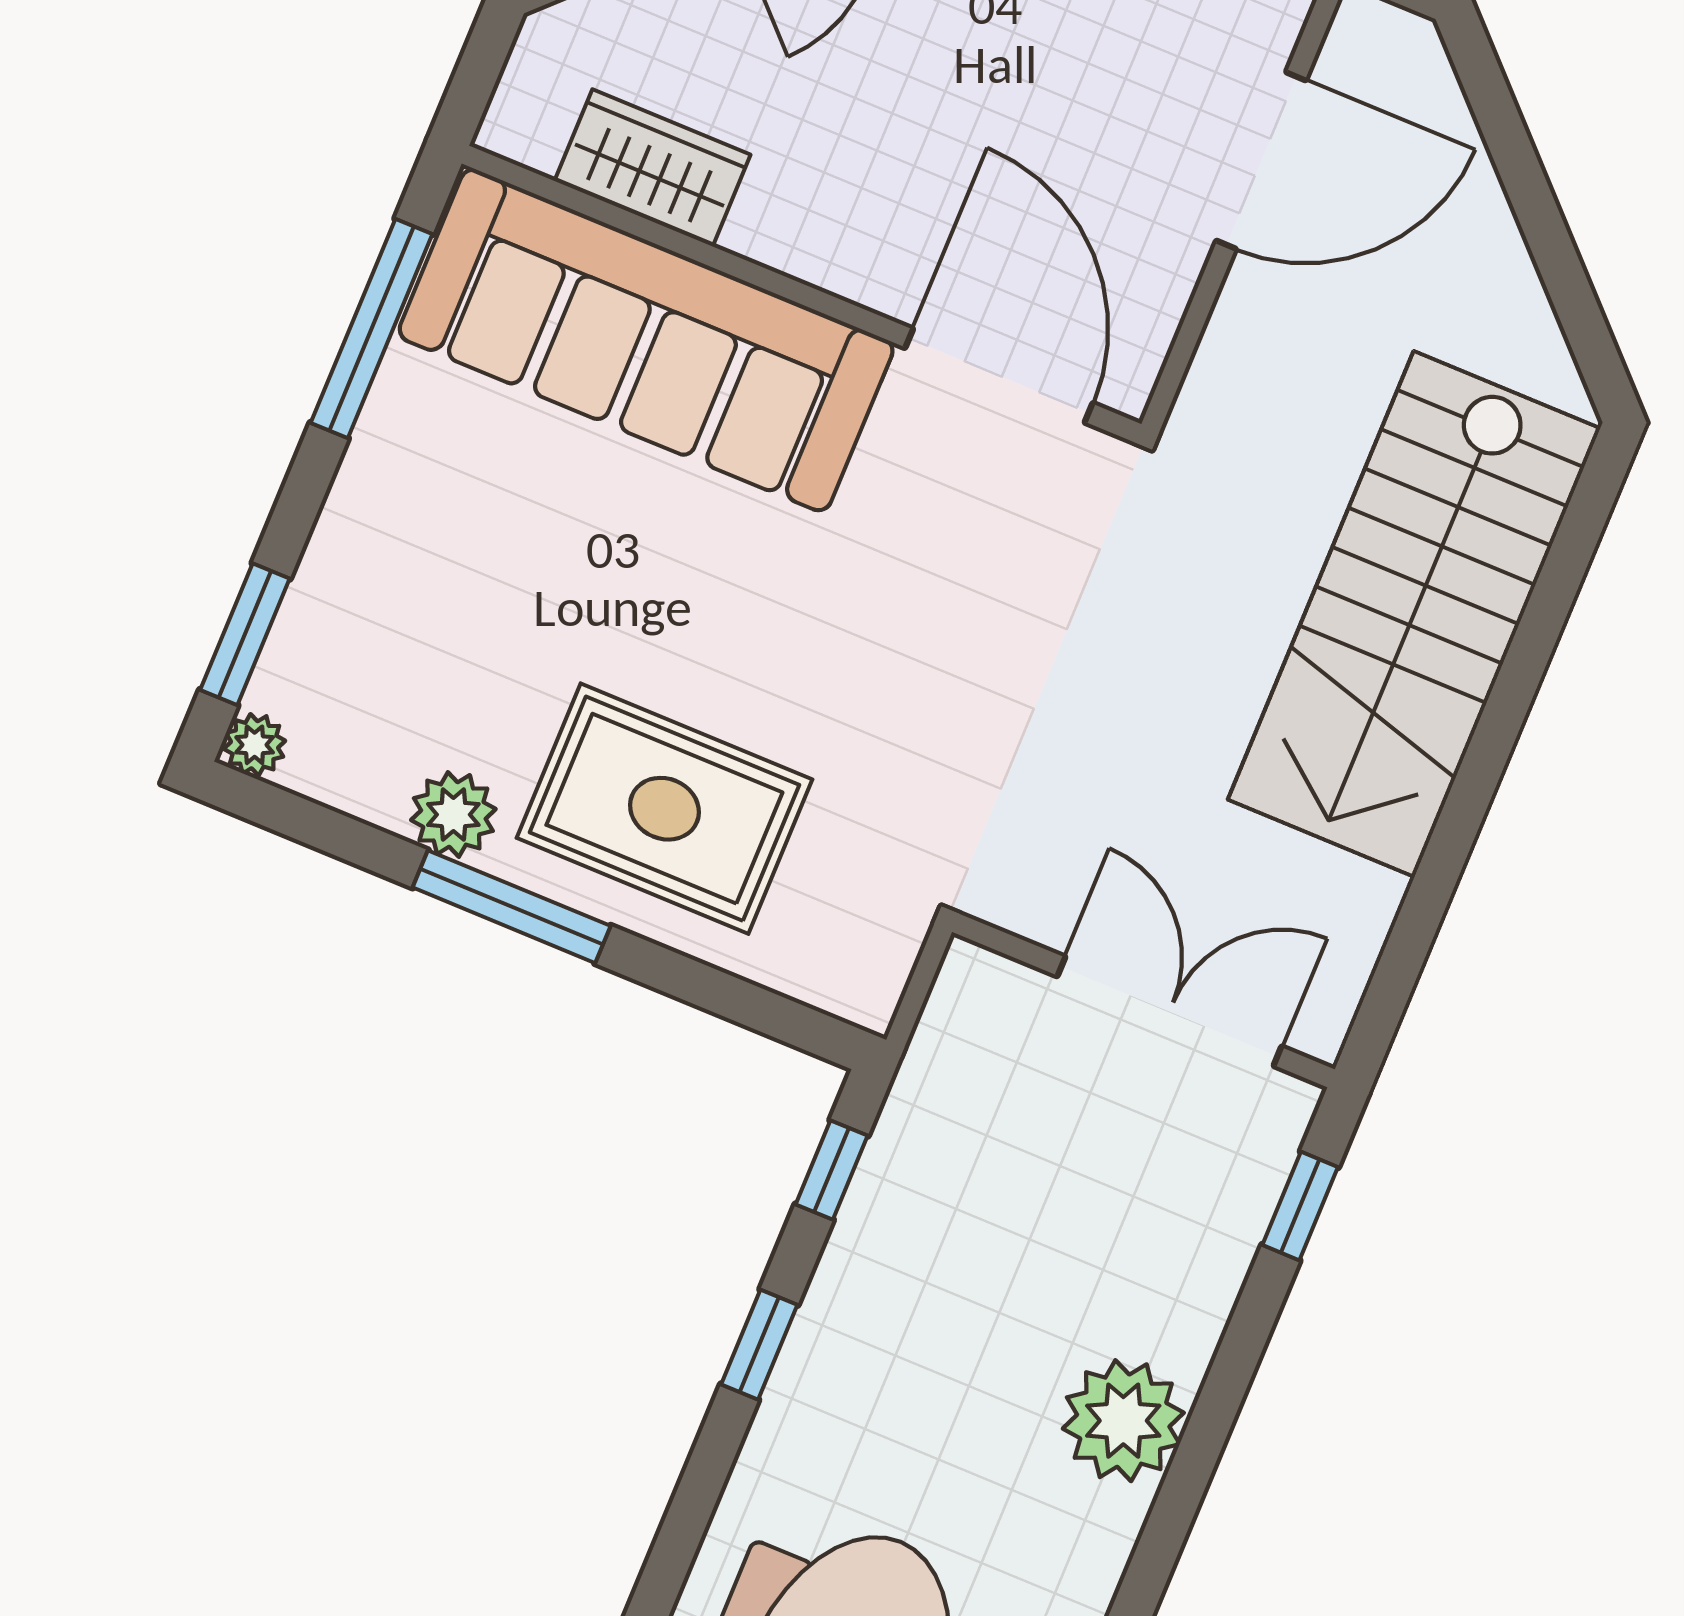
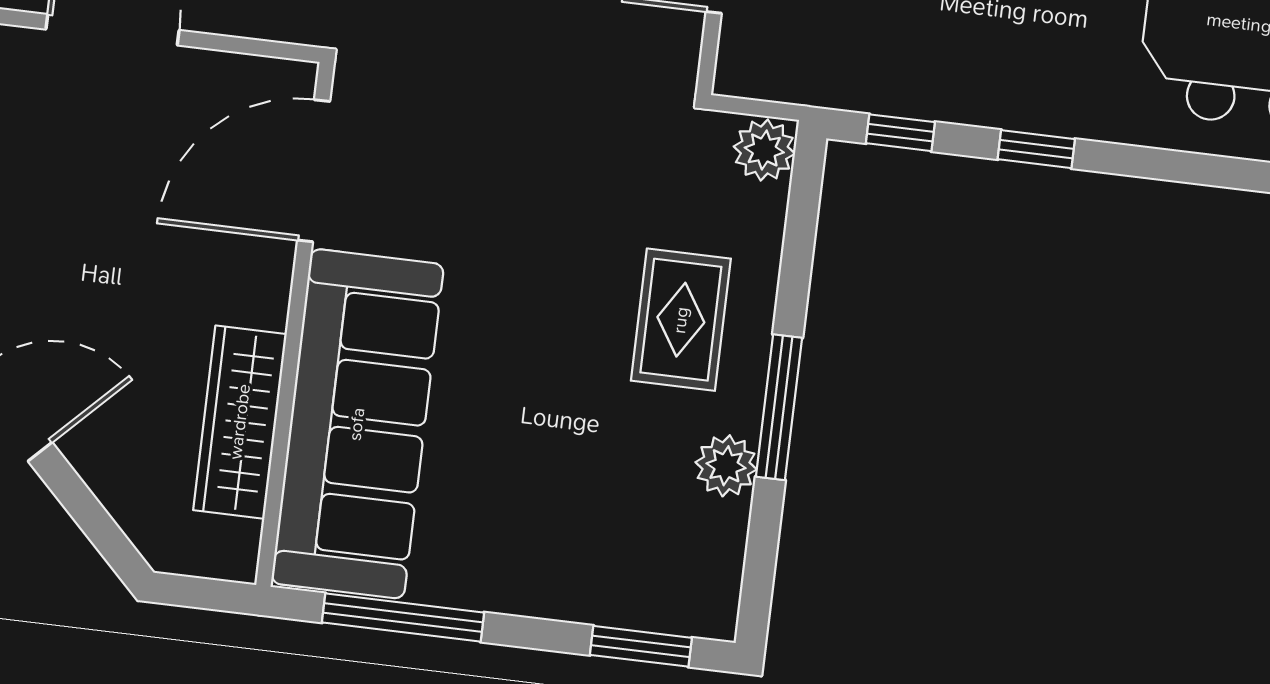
wardrobe: (652, 168) -> (240, 422), width x1.50
plant: (255, 745) -> (764, 150), moved, width x1.38, depth x1.38
rug: (664, 809) -> (681, 320), width x0.73, depth x0.70

